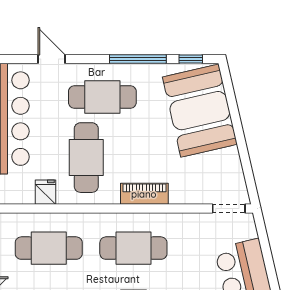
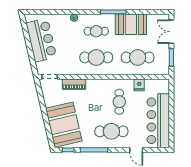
cafe table: (86, 158) -> (119, 102), width x0.73, depth x0.74
piano: (144, 194) -> (74, 84), moved

